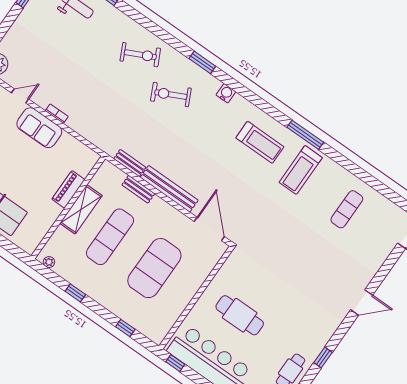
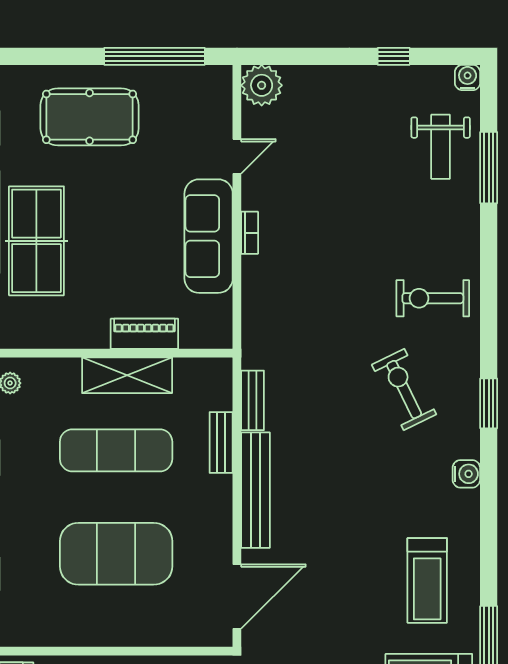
exercise bike: (140, 55) -> (433, 298), turned 116
door: (20, 96) -> (237, 156), hinge flipped
sofa: (39, 128) -> (209, 236), width x1.36

